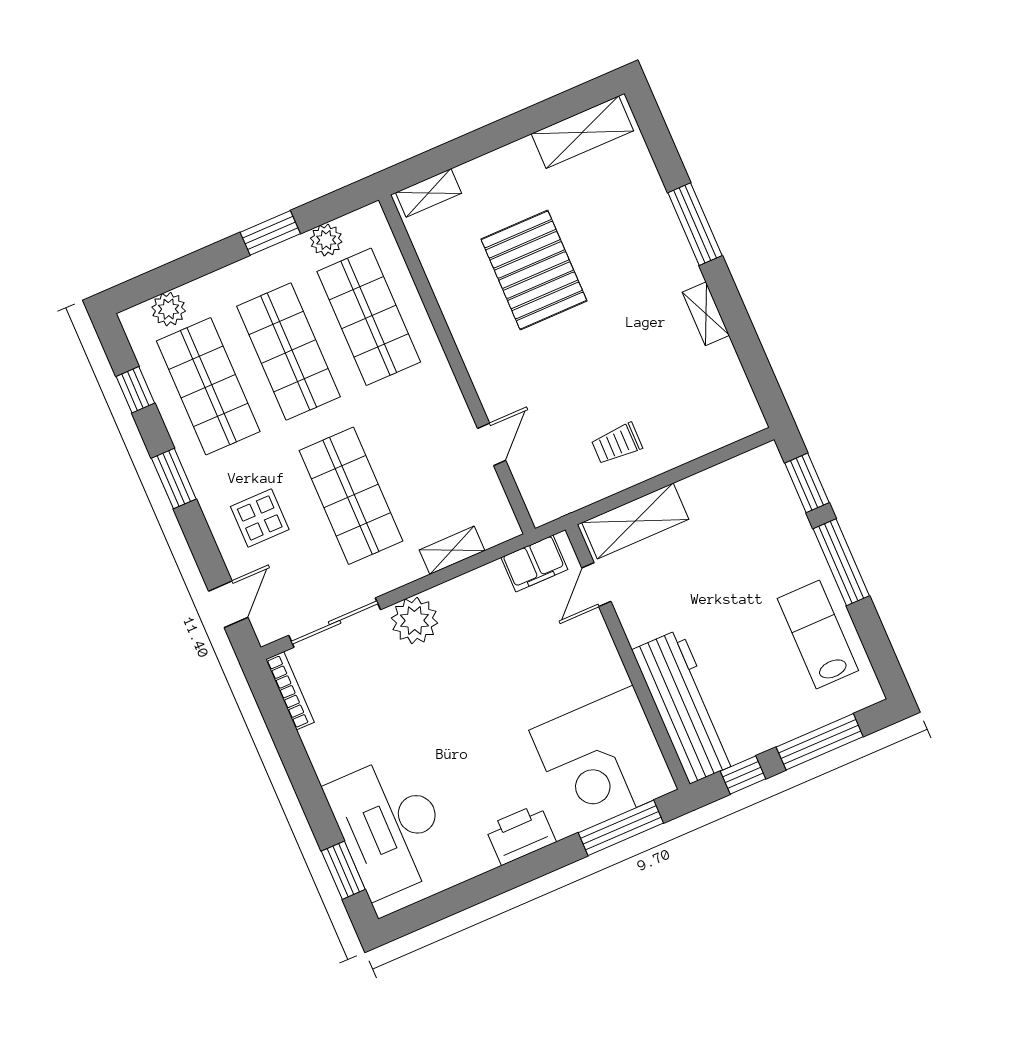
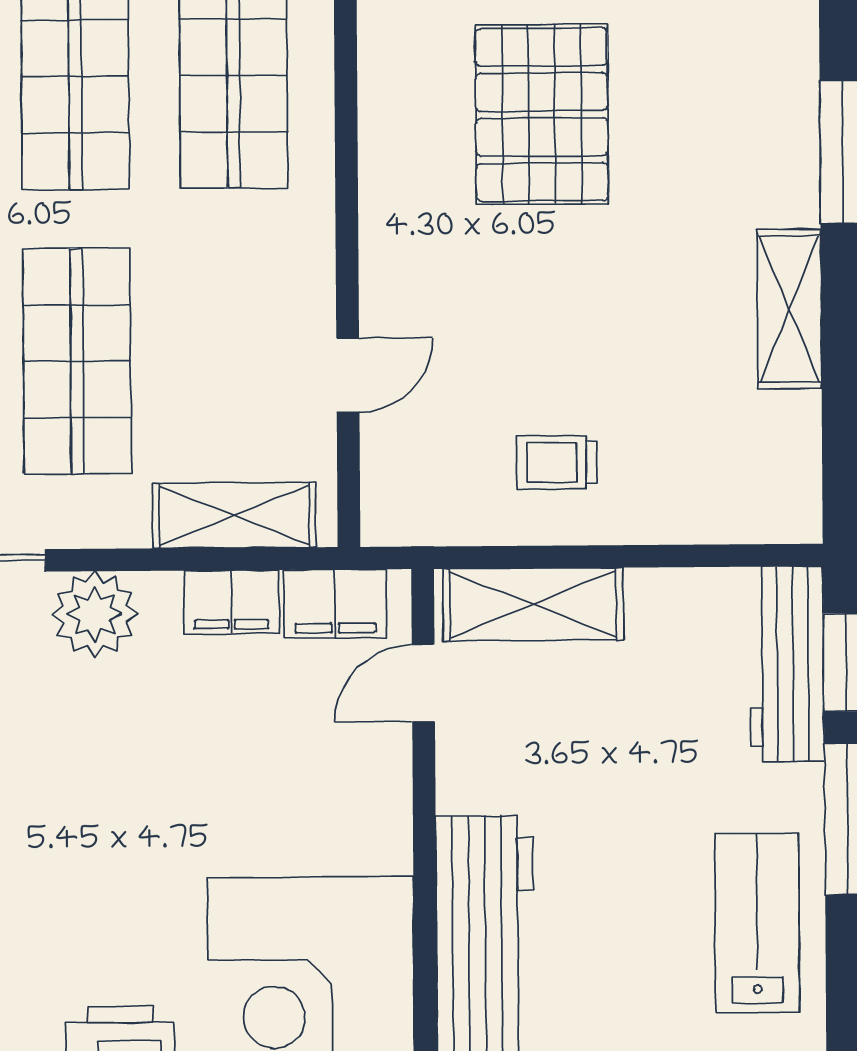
shelving: (706, 314) -> (789, 309), width x1.50, depth x1.33
workbench: (777, 497) -> (787, 664), added
shelving: (452, 550) -> (234, 515), width x1.50, depth x1.33
filing cabinet: (481, 585) -> (232, 602), added

